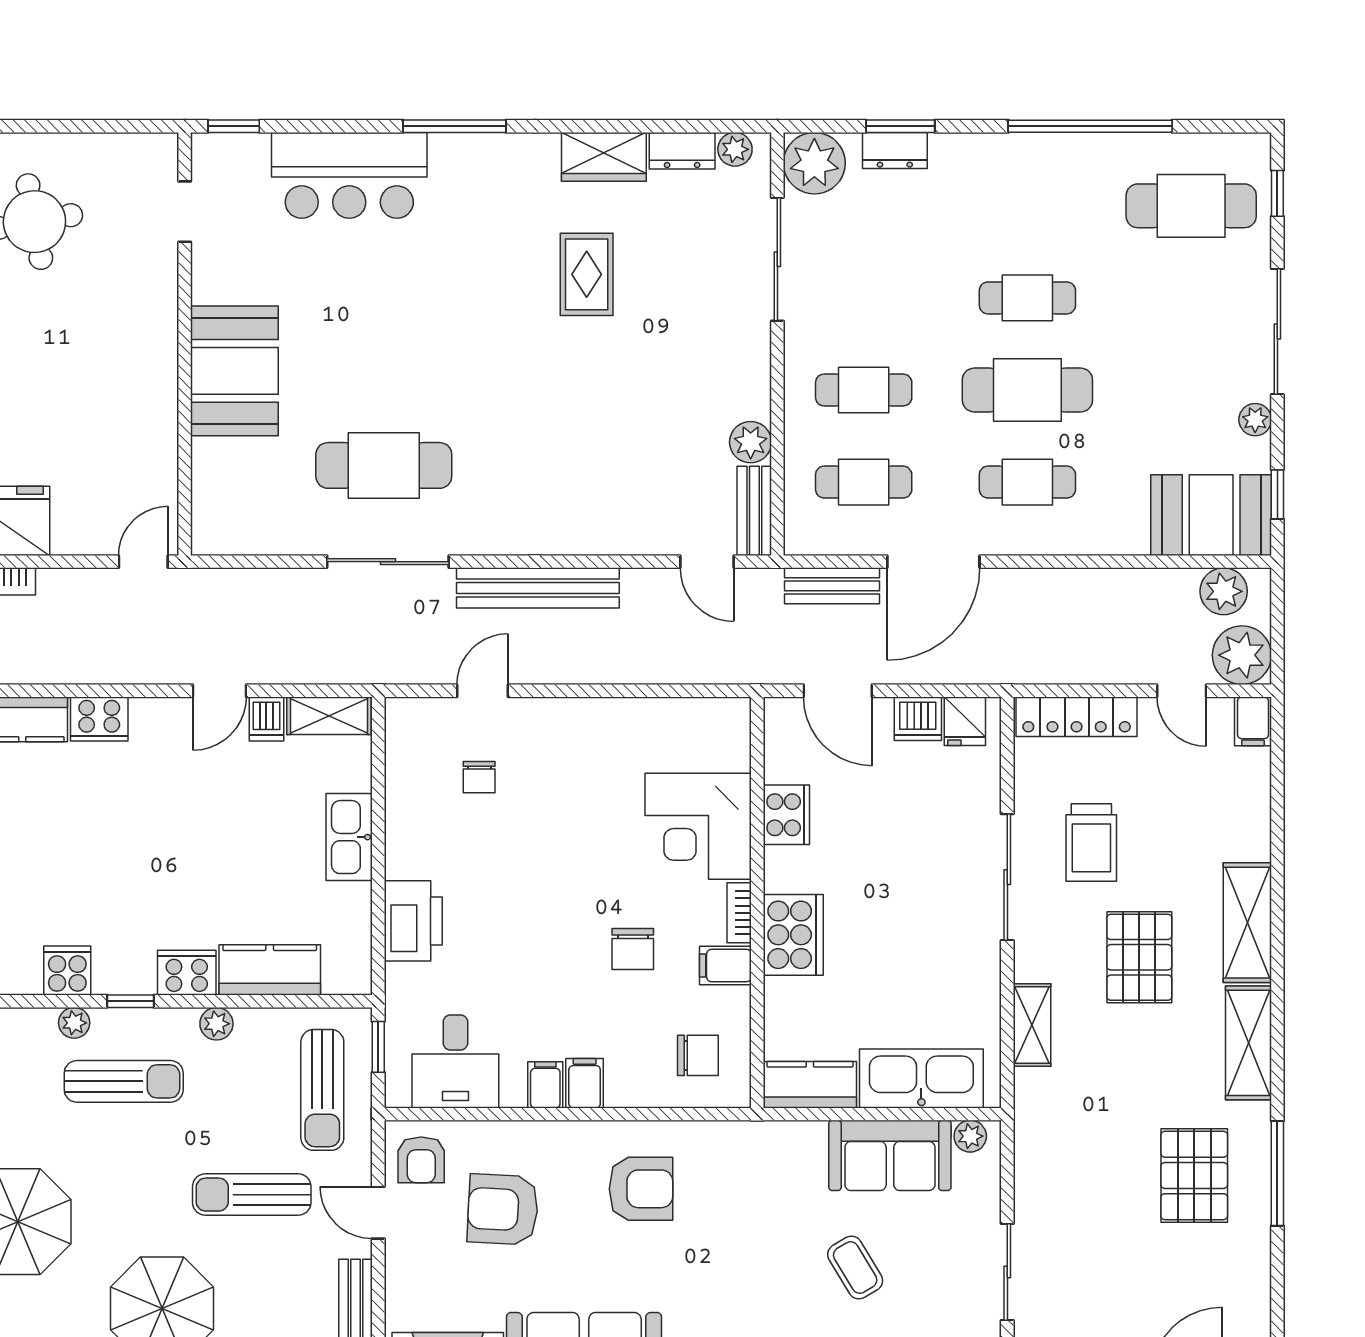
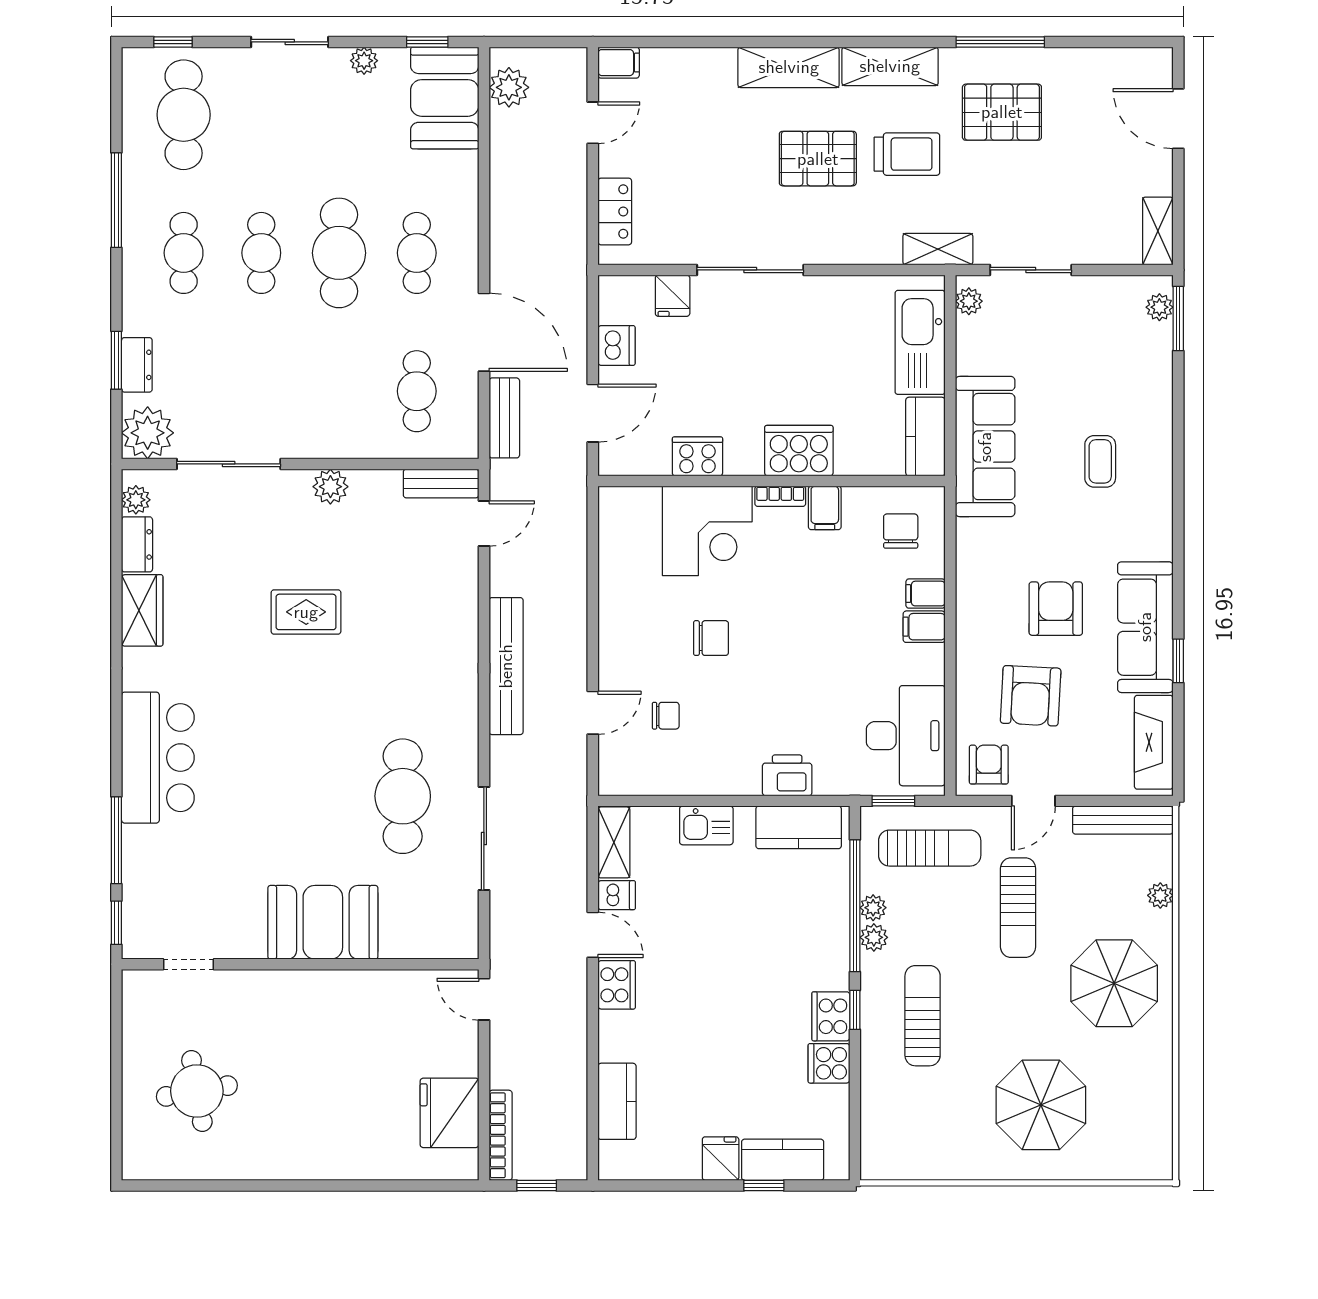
window: (455, 126) -> (116, 840), moved
window: (1090, 126) -> (116, 200), width x0.68
bar counter: (349, 175) -> (158, 758), moved
rug: (587, 274) -> (306, 612), moved
sliding door: (1277, 332) -> (290, 42), width x0.73
cafe table: (864, 390) -> (184, 253), moved
plant: (751, 442) -> (330, 487), moved
sliding door: (388, 562) -> (484, 839), moved
plant: (1242, 655) -> (563, 72), removed
door: (483, 691) -> (593, 713), swing flipped
locker: (1077, 717) -> (615, 211), width x0.66
cooker: (99, 719) -> (617, 985), moved
fridge: (965, 721) -> (673, 296), moved, turned 90
kitchen sink: (349, 837) -> (706, 825), width x0.73
trolley: (1091, 842) -> (907, 154), moved
printer: (413, 921) -> (787, 775), width x0.73, depth x0.84
chair: (633, 949) -> (711, 638), moved
kitchen counter: (270, 970) -> (799, 827), moved, turned -90
cooker: (187, 973) -> (831, 1016), moved
window: (254, 1001) -> (855, 906), added
plant: (74, 1023) -> (873, 908), moved
shelving: (1032, 1025) -> (938, 249), moved
desk: (455, 1061) -> (906, 736), width x1.37
filing cabinet: (545, 1085) -> (925, 594), moved
sofa: (890, 1155) -> (985, 447), moved, width x1.36
armchair: (421, 1160) -> (989, 765), turned -90
armchair: (641, 1189) -> (1056, 609), moved
coffee table: (855, 1268) -> (1100, 461), moved, turned -59
sliding door: (1007, 1272) -> (1031, 270), moved

